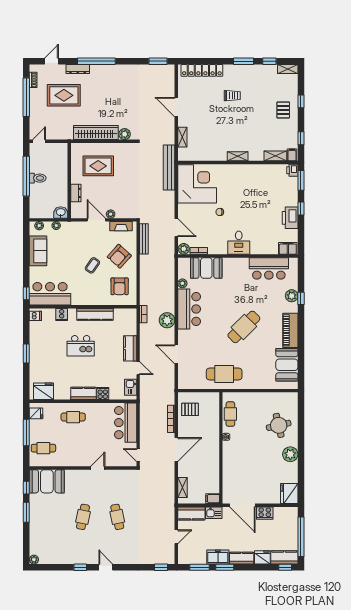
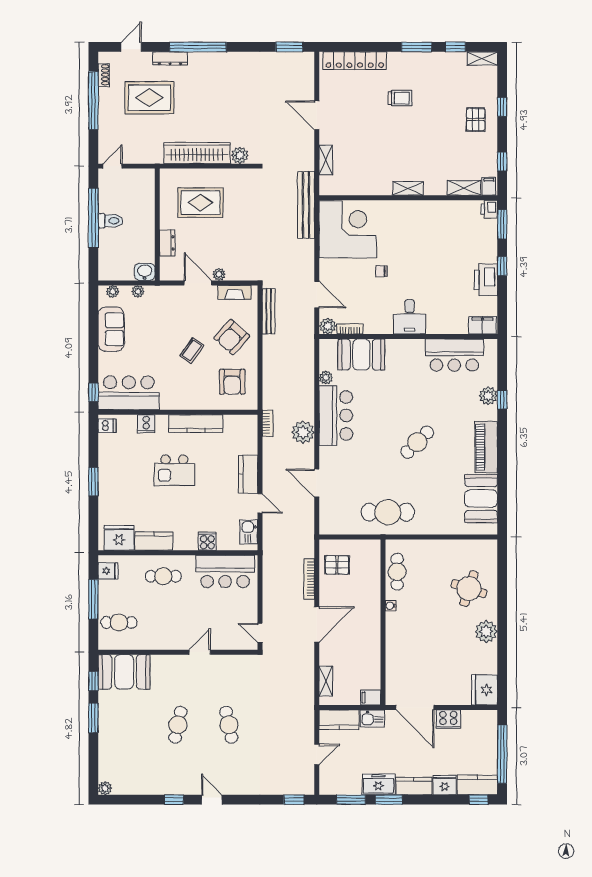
cafe table: (244, 327) -> (417, 442), width x0.73, depth x0.74
kitchen counter: (83, 393) -> (154, 541), moved
bar counter: (126, 423) -> (225, 571), moved, turned -90
round table: (279, 425) -> (469, 589), turned 31

